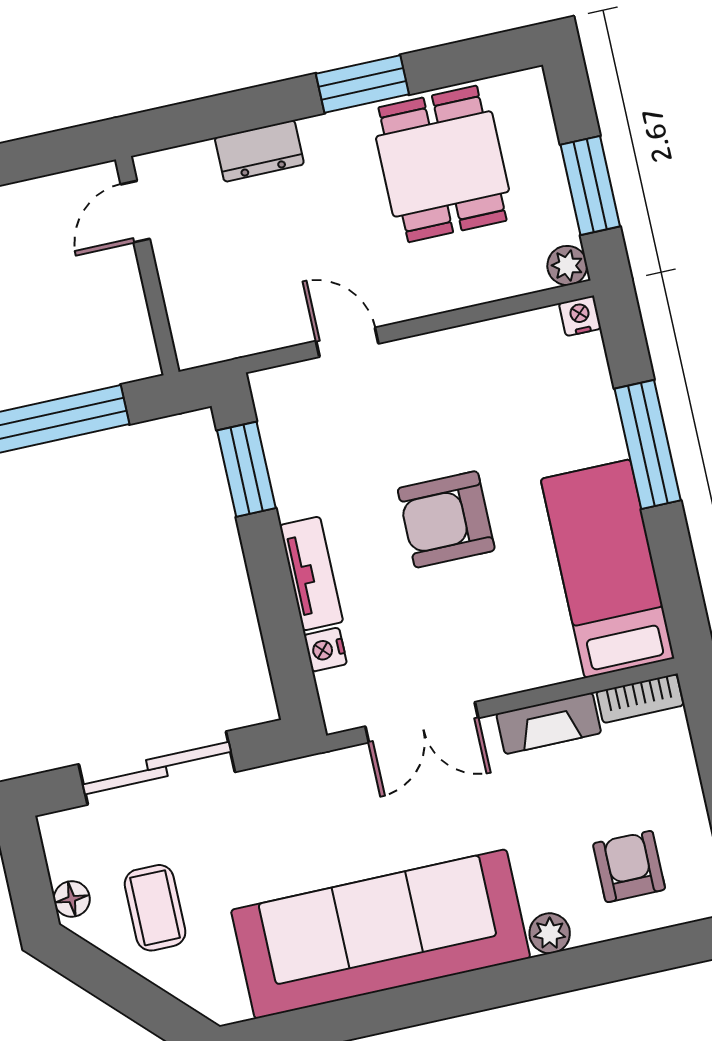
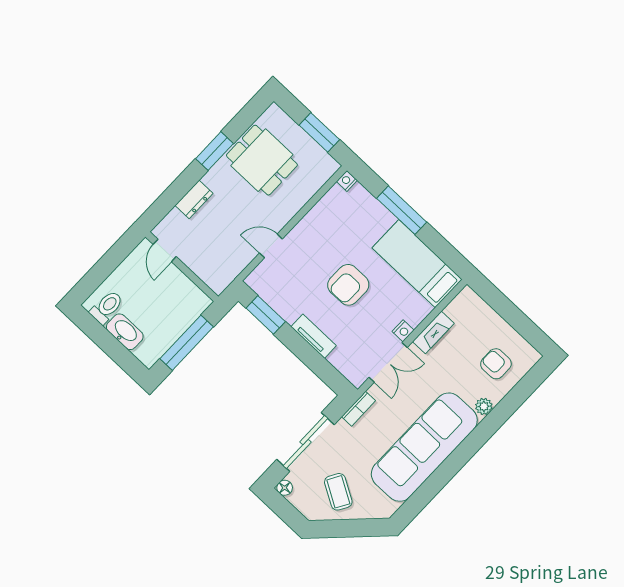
plant: (567, 266) -> (330, 166), removed
nightstand: (325, 650) -> (403, 331), moved, turned -90
bookcase: (640, 698) -> (359, 409), moved
floor lamp: (72, 899) -> (285, 488), moved
coffee table: (155, 908) -> (338, 492), turned 30

